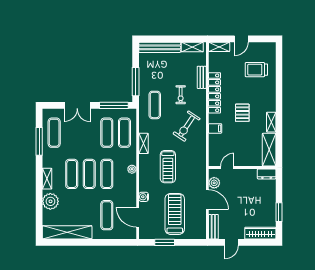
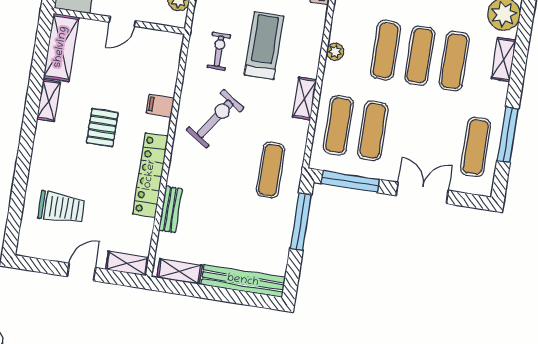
exercise bike: (181, 95) -> (219, 51), moved
door: (227, 167) -> (122, 21), moved

